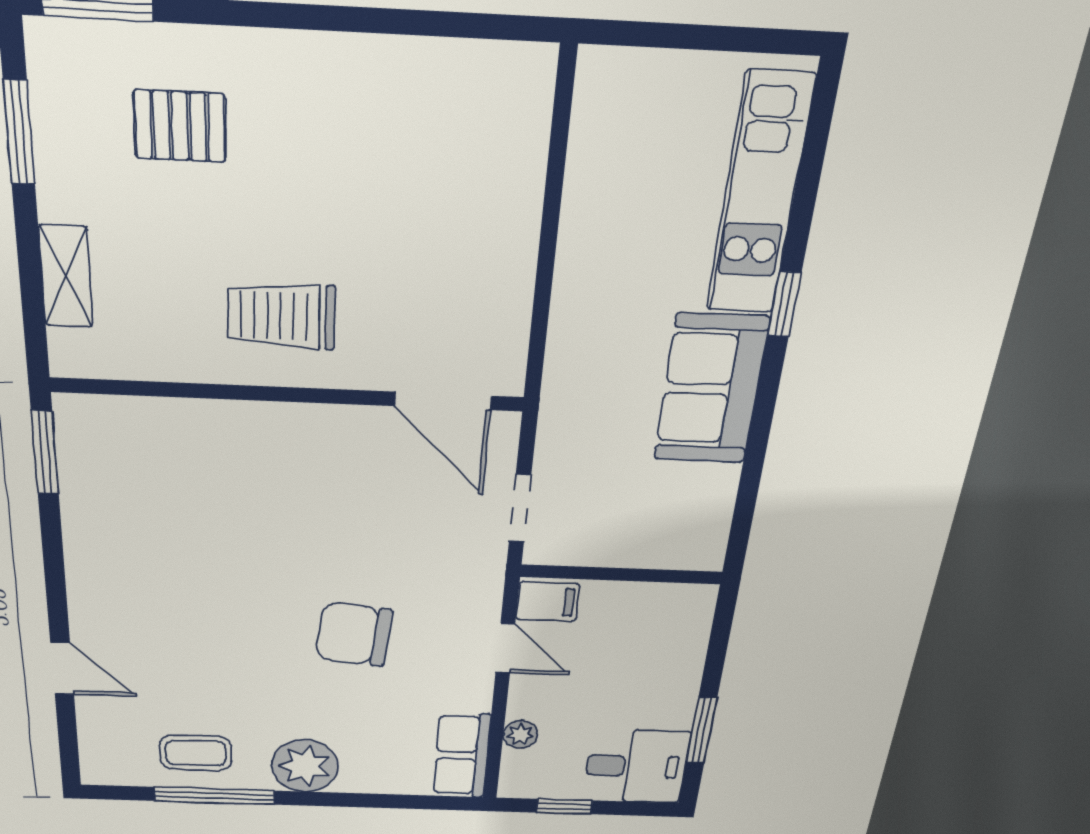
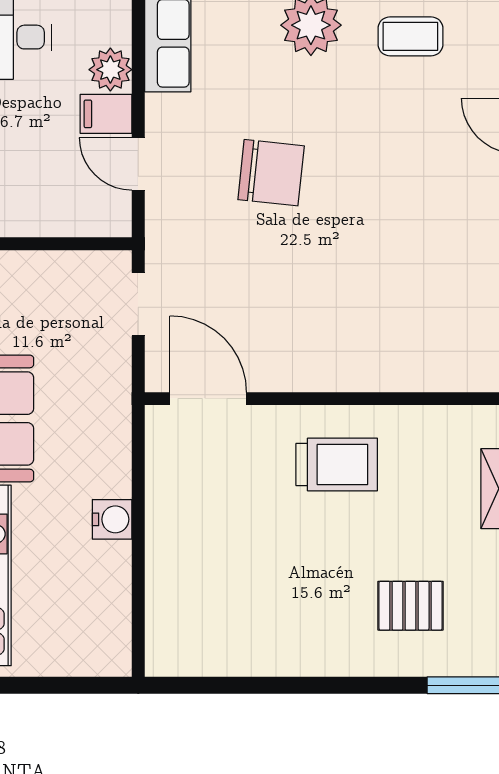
water cooler: (581, 260) -> (112, 519), added
filing cabinet: (548, 602) -> (106, 114), moved
plant: (520, 734) -> (110, 70), width x1.38, depth x1.38

